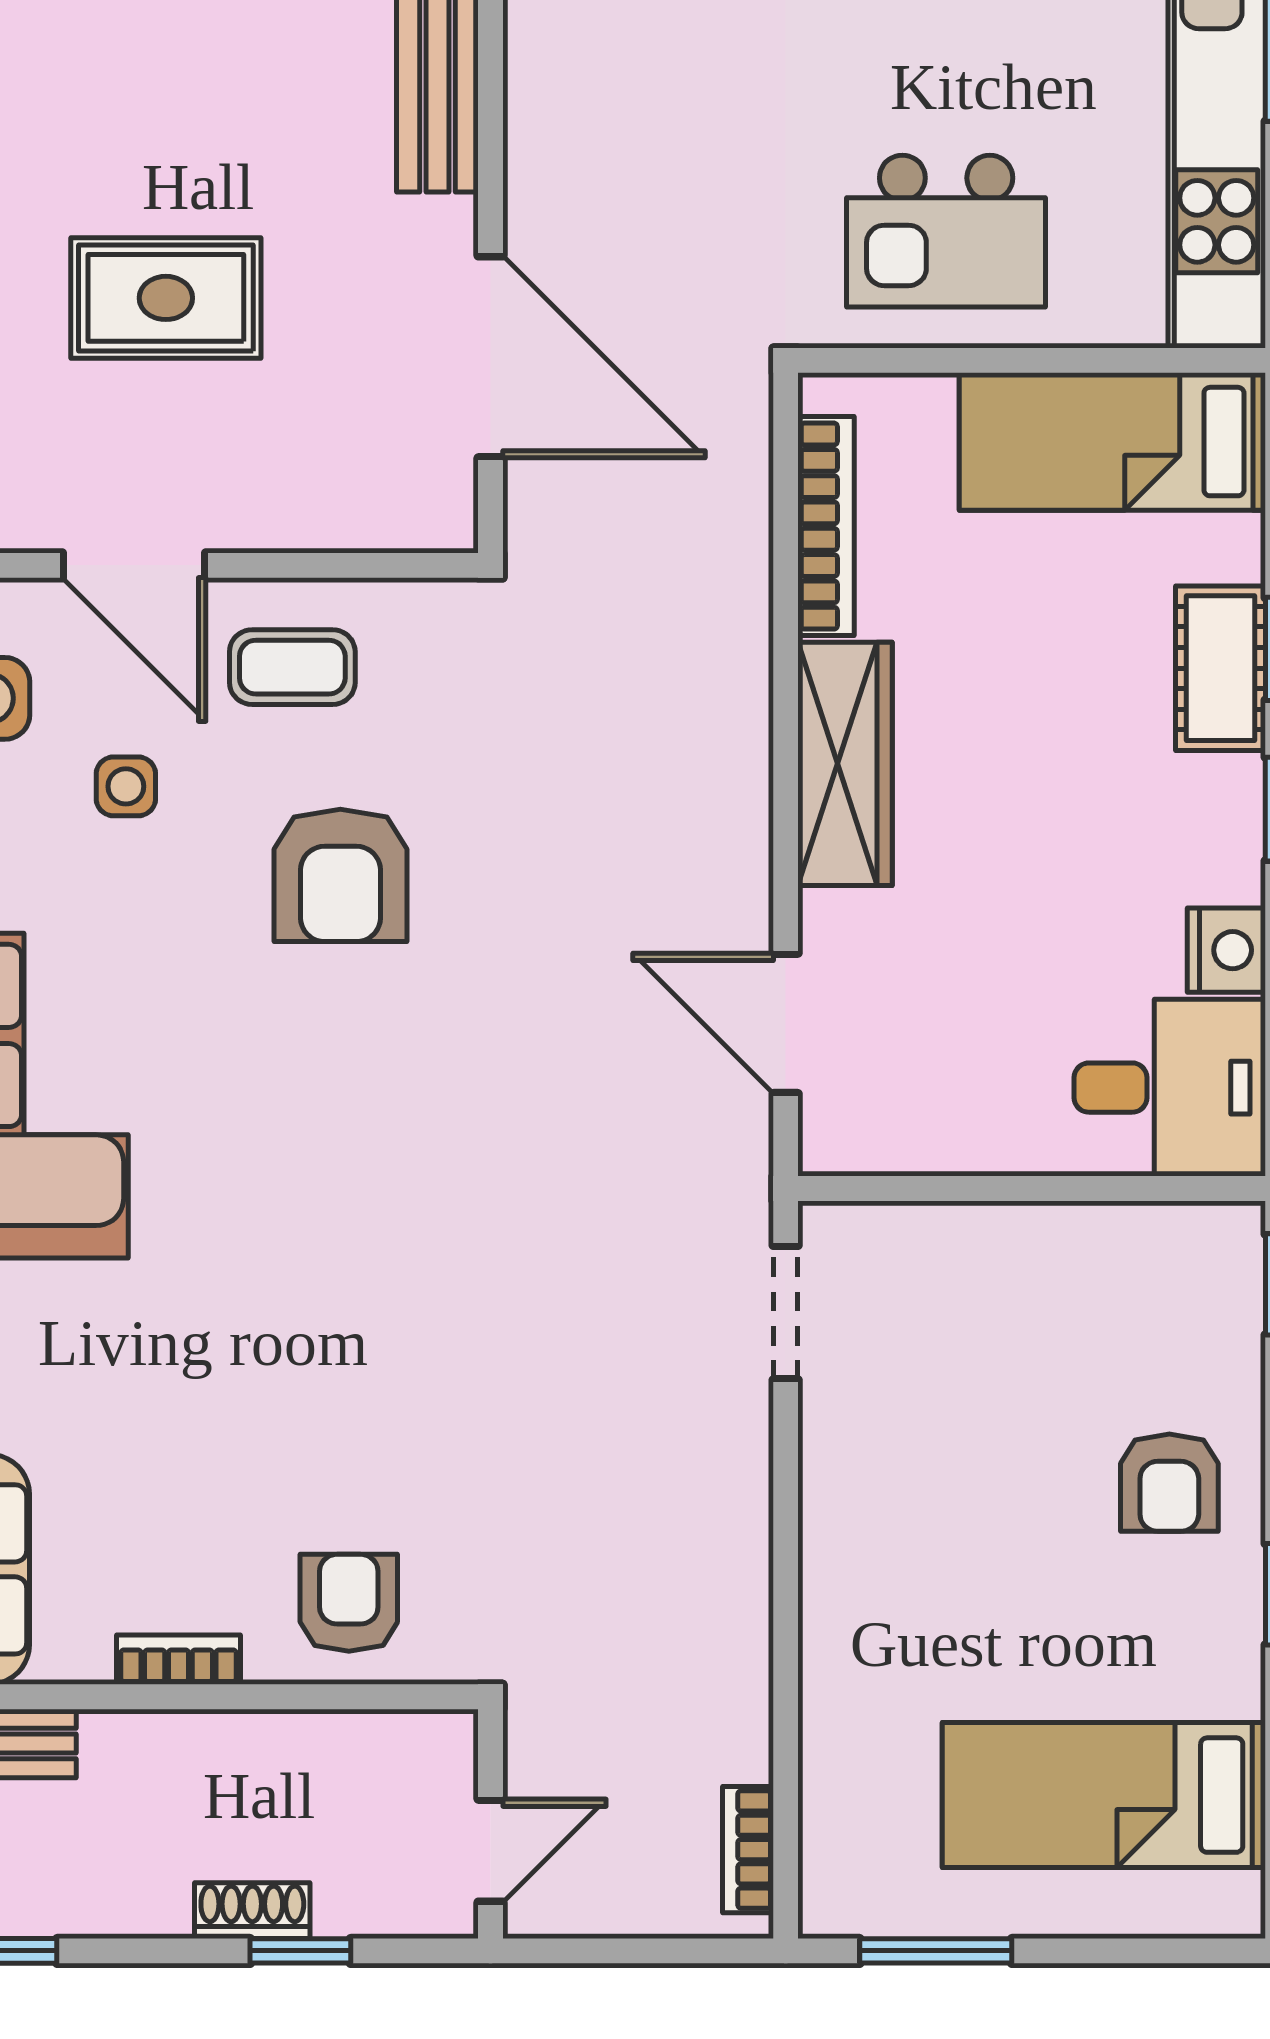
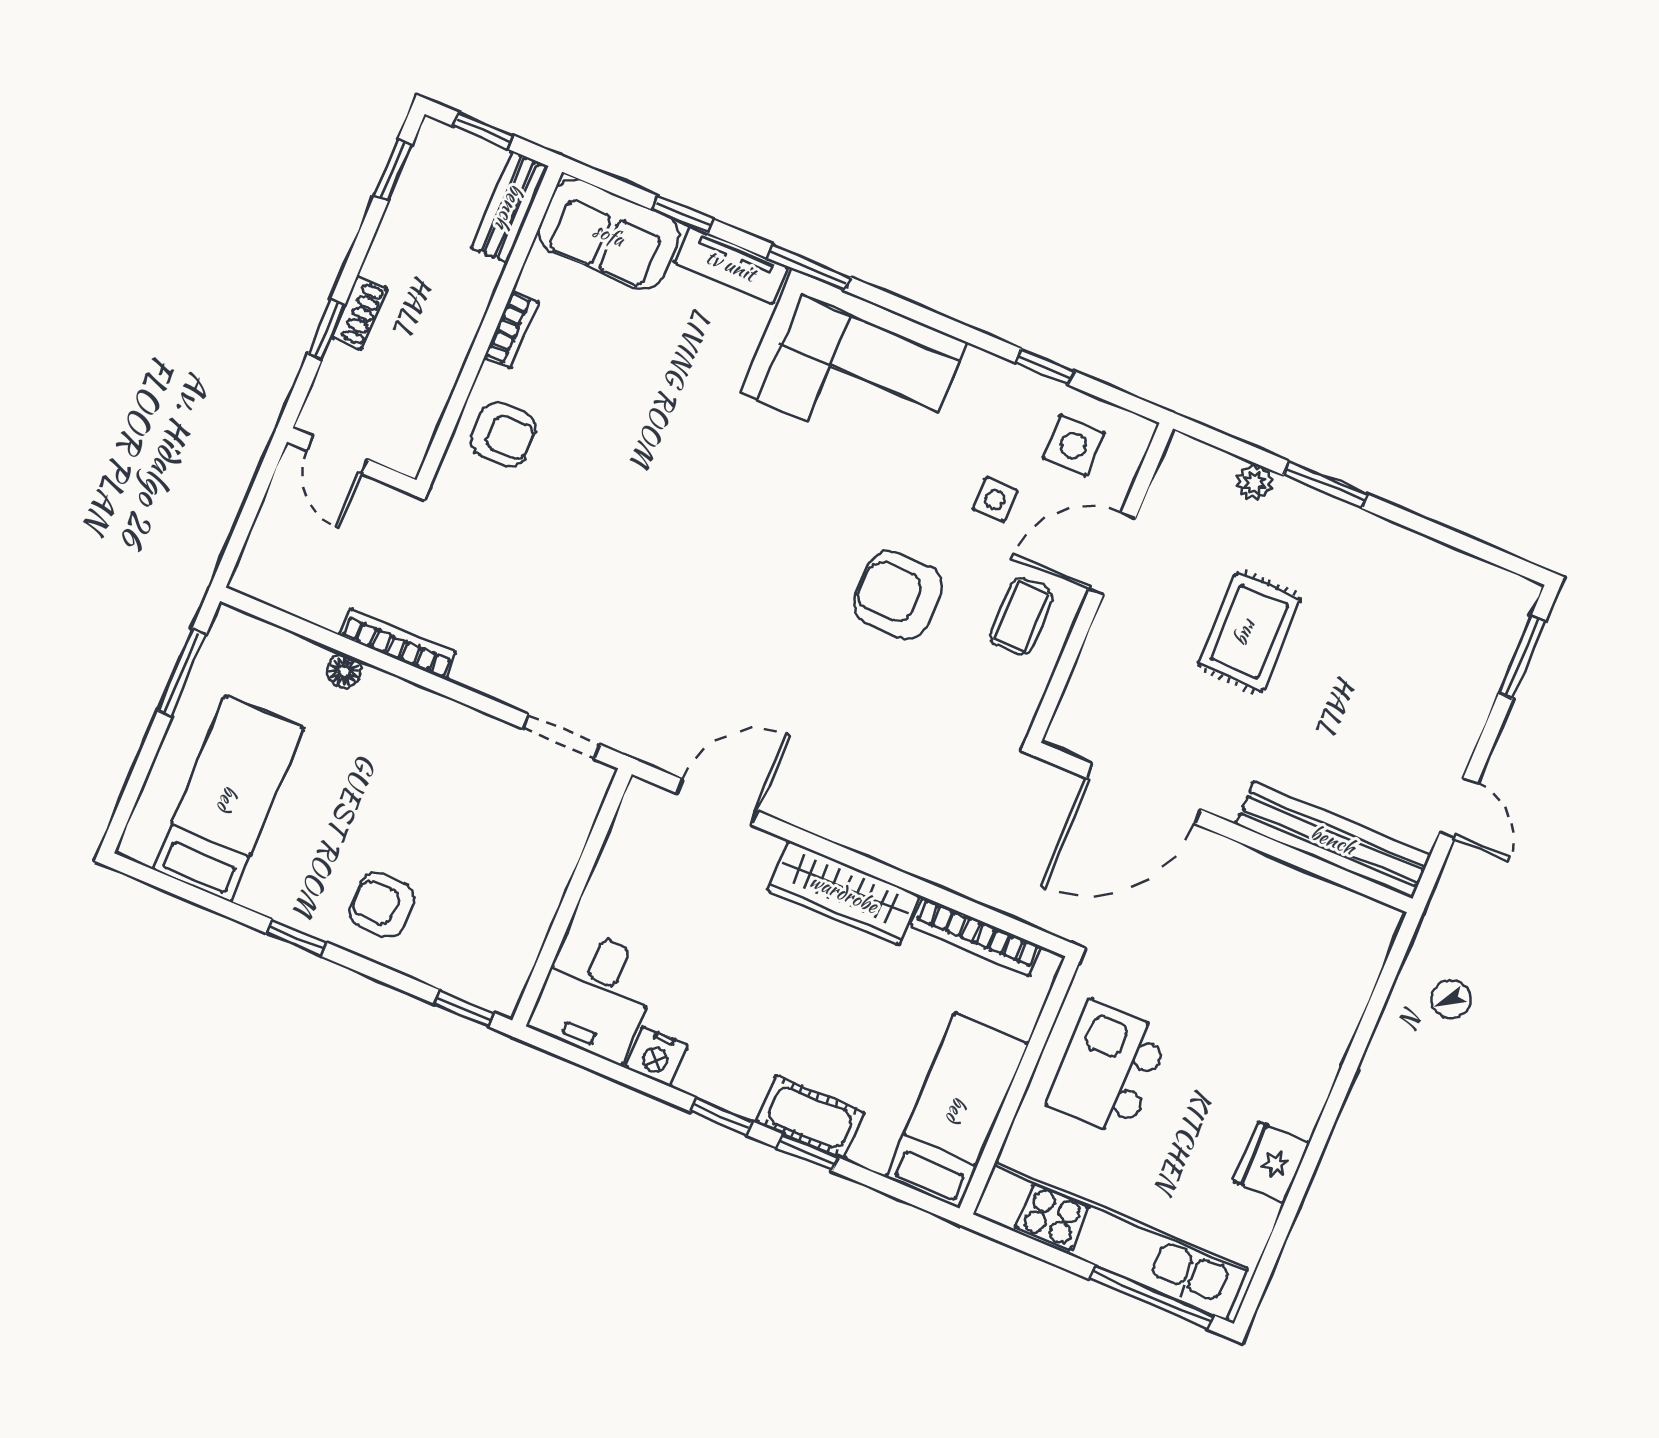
floor lamp: (827, 1697) -> (344, 671), added
bookcase: (748, 1850) -> (398, 644), moved, width x1.56

